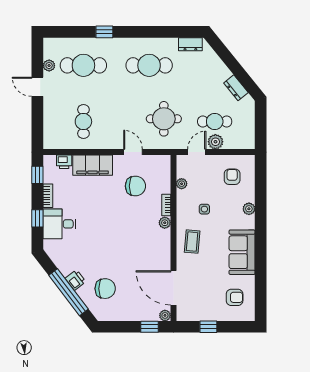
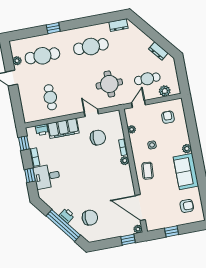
plant: (215, 142) -> (165, 91), moved
plant: (249, 209) -> (187, 149), moved

